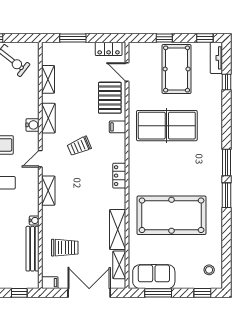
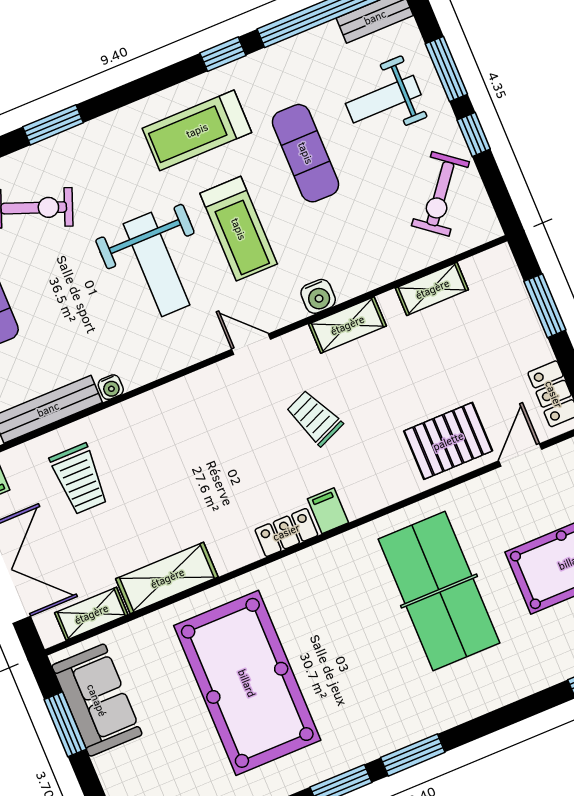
filing cabinet: (118, 127) -> (328, 511), moved
shelving: (48, 191) -> (189, 391), removed

